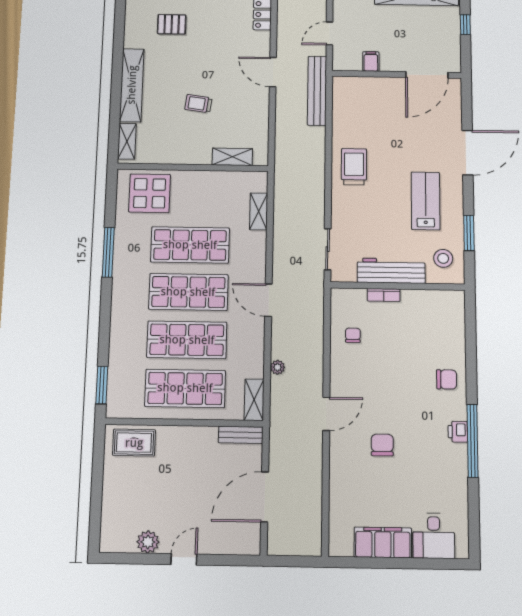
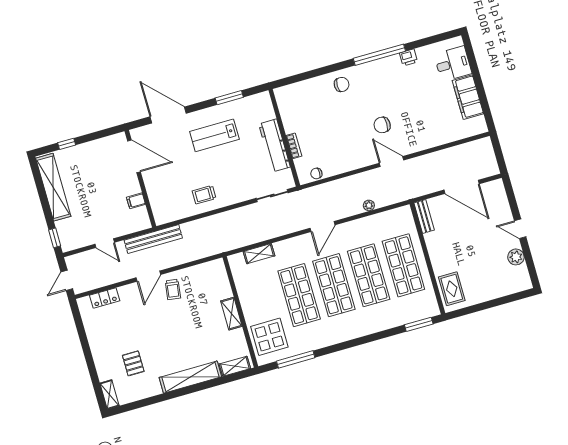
filing cabinet: (371, 61) -> (136, 201), moved
wall: (397, 74) -> (140, 179), moved
door: (427, 75) -> (134, 156), moved
trolley: (198, 104) -> (173, 289), moved
shelving: (232, 157) -> (231, 314), moved
trolley: (354, 167) -> (204, 195), width x0.73, depth x0.72
window: (108, 252) -> (296, 359), moved
stool: (443, 258) -> (254, 111), removed
chair: (353, 335) -> (316, 173), moved
chair: (447, 379) -> (342, 84), turned 90
shelving: (254, 400) -> (397, 215), removed
printer: (458, 432) -> (409, 57), moved
chair: (382, 445) -> (382, 125), moved

